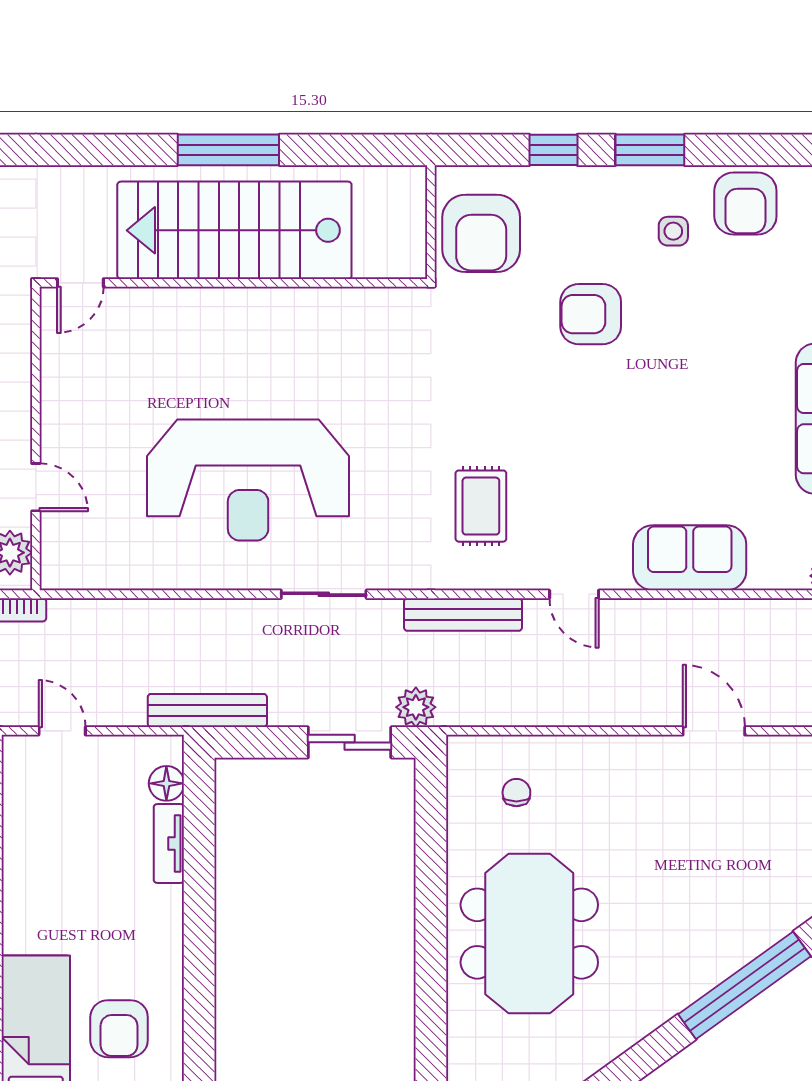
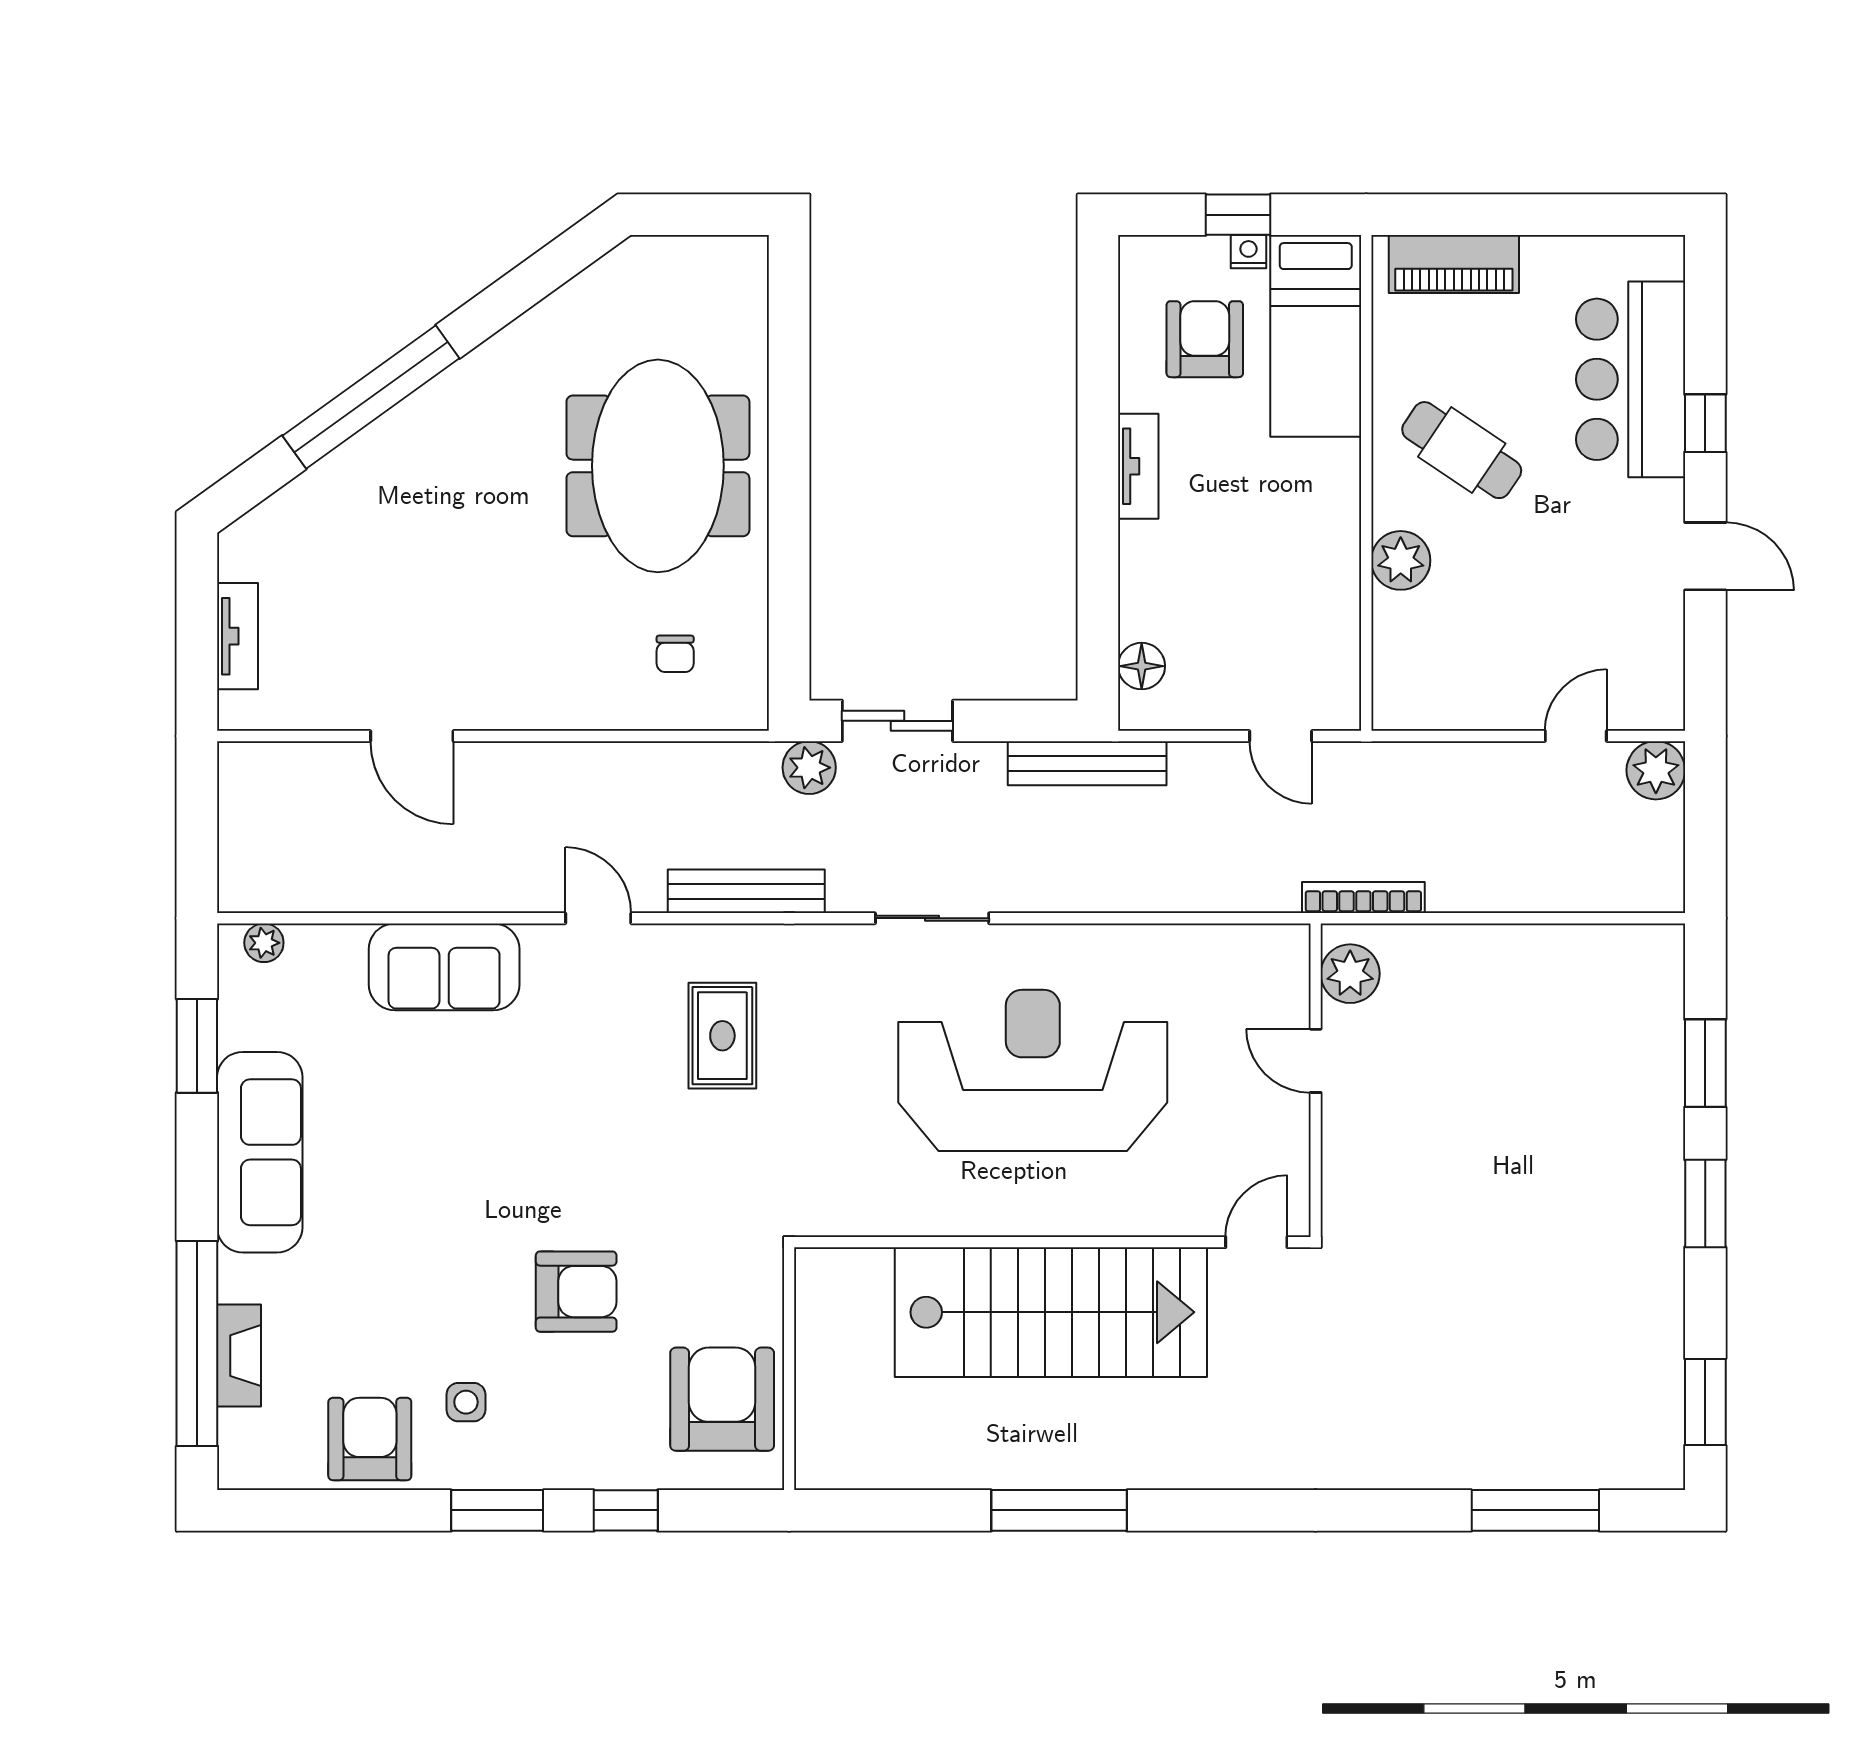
stairs: (234, 230) -> (1051, 1312), moved
door: (80, 283) -> (1256, 1242), moved
wall: (233, 283) -> (1052, 1242), moved
tv unit: (169, 844) -> (1138, 466), moved

